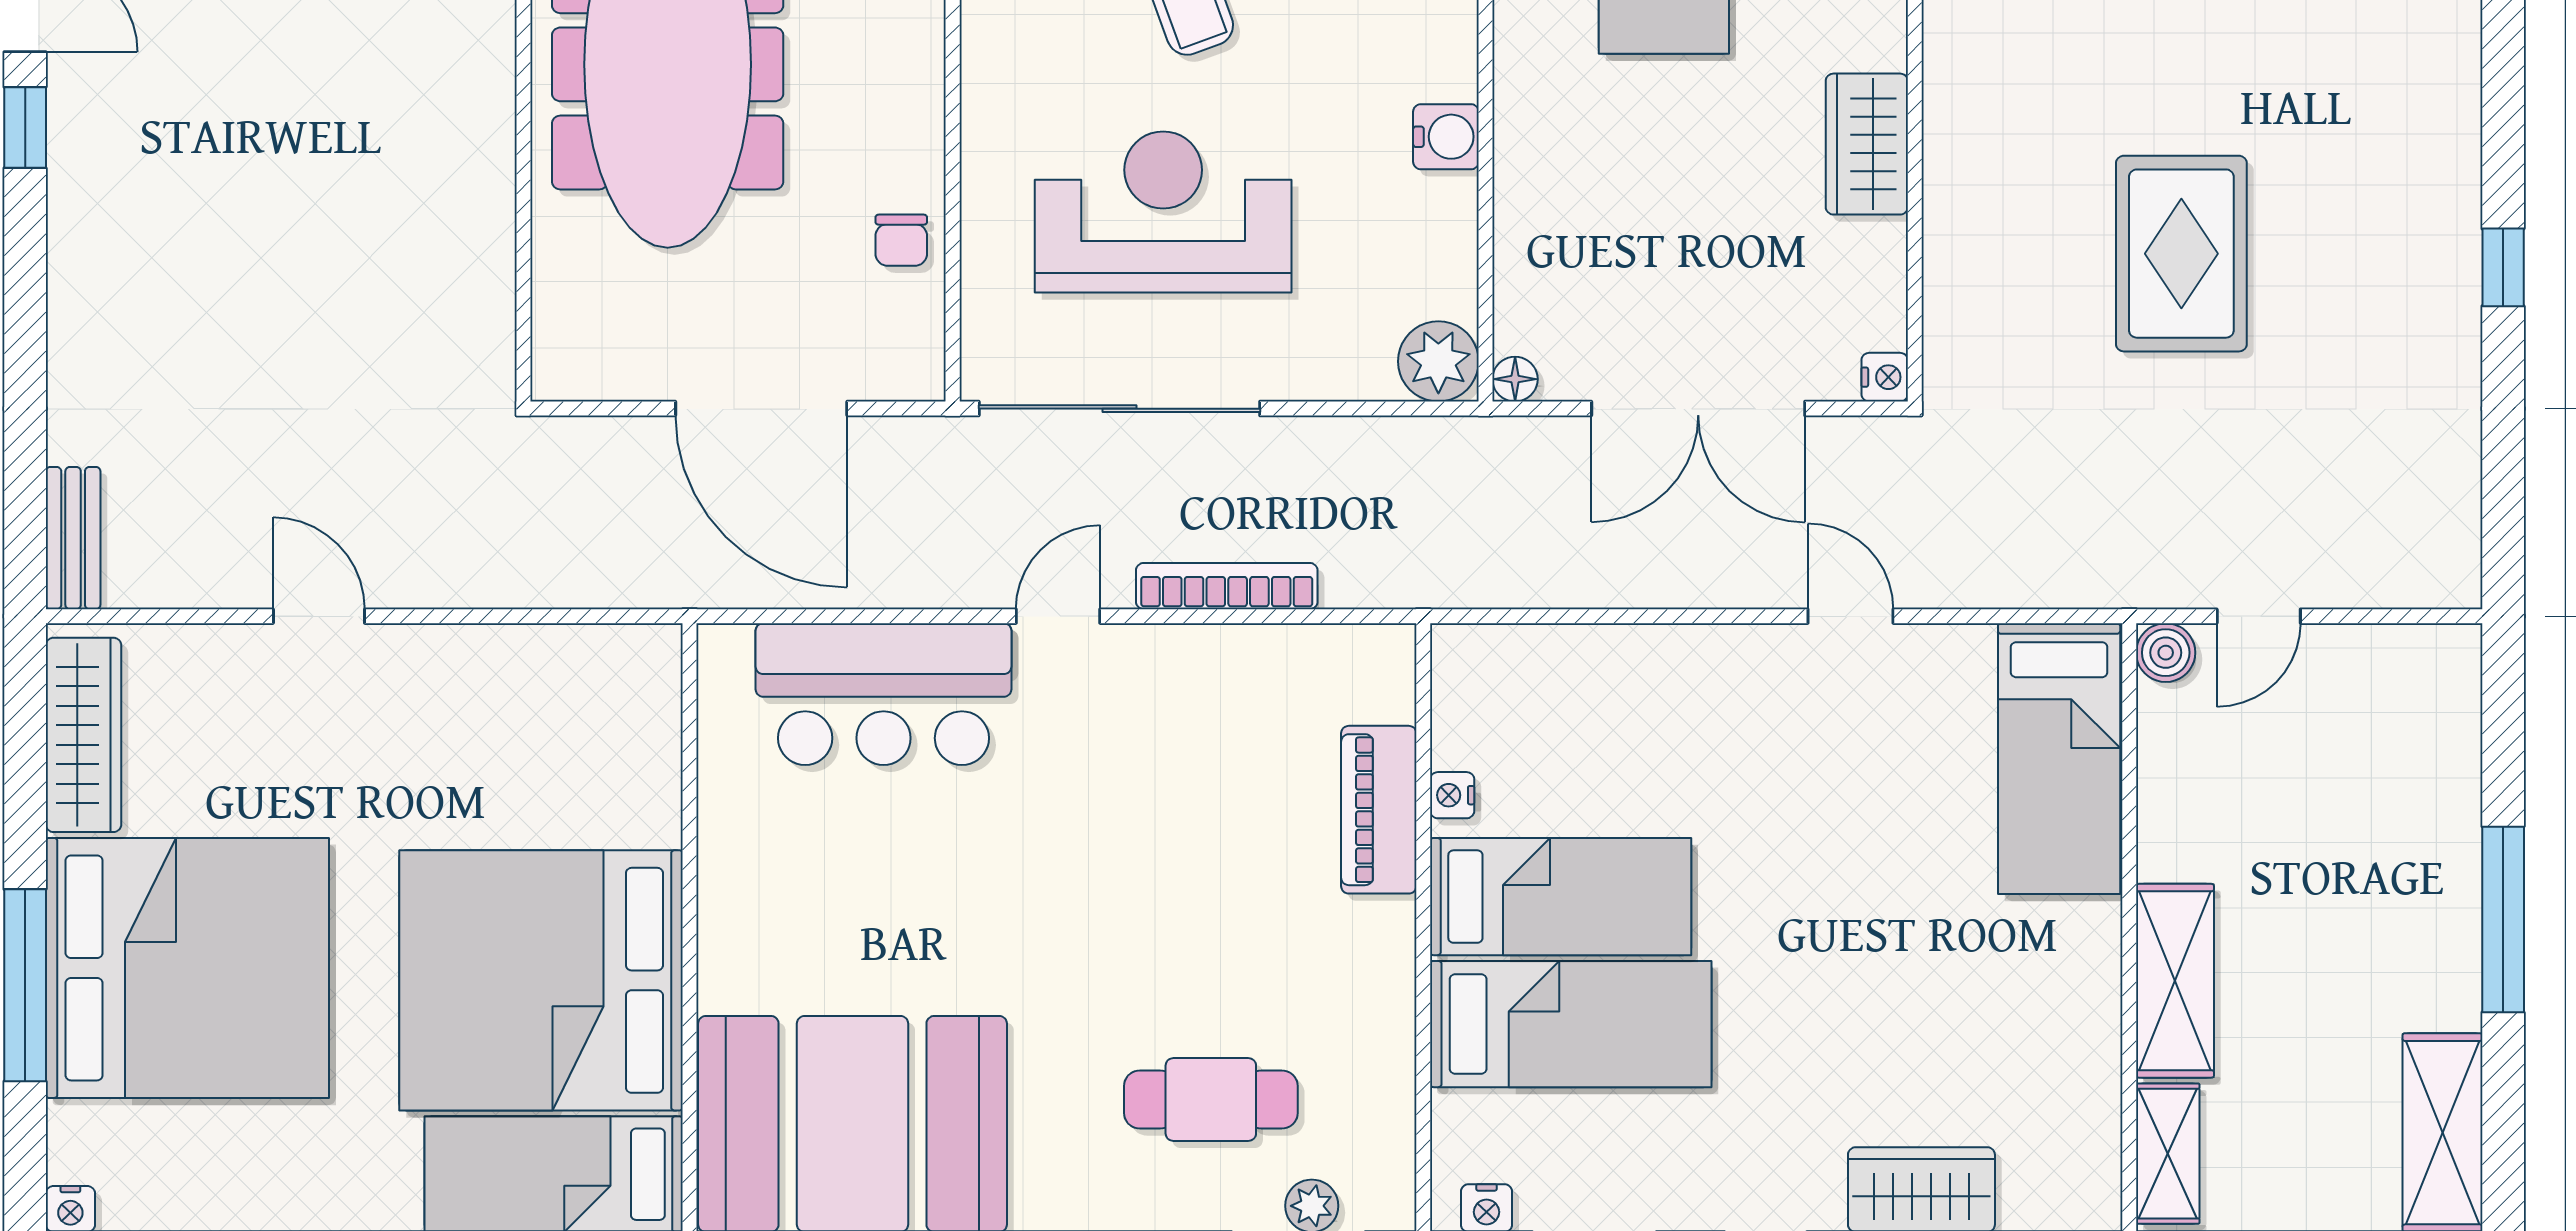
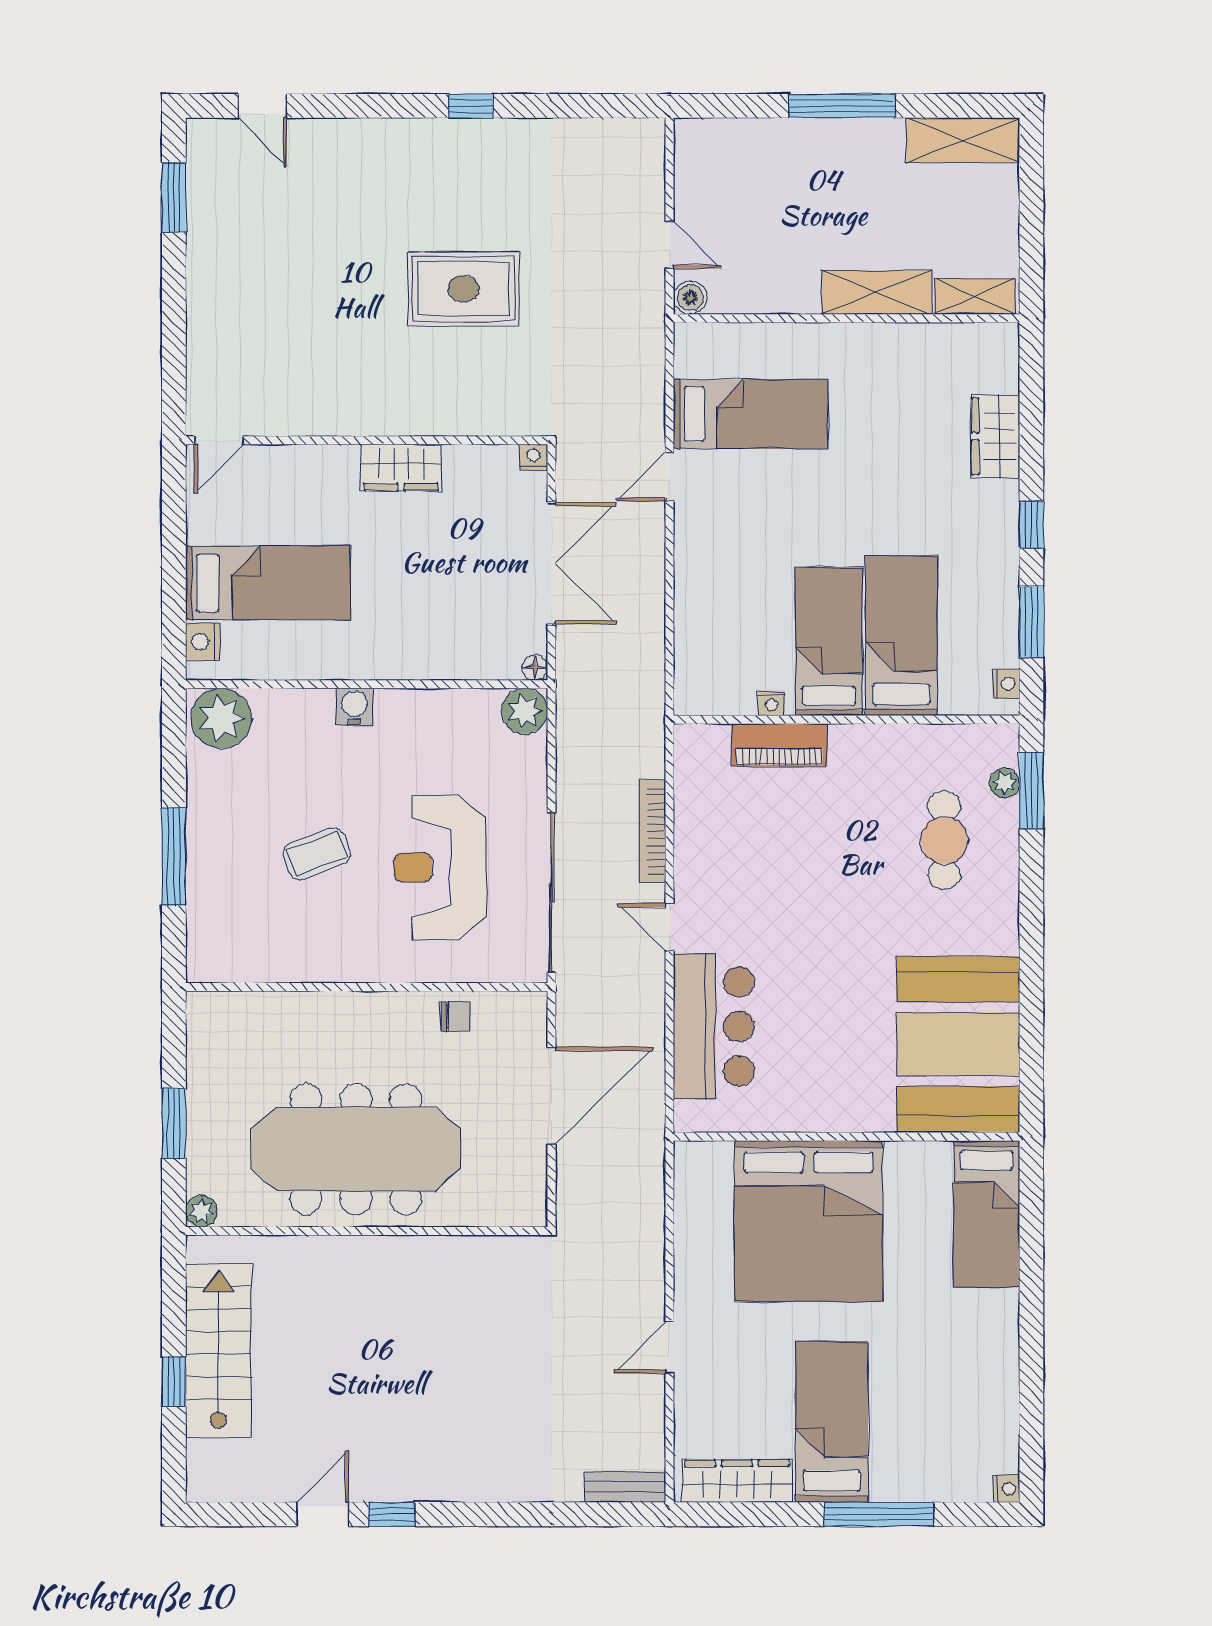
water cooler: (1446, 137) -> (354, 707), moved
bed: (2059, 759) -> (750, 414), moved
bed: (187, 968) -> (832, 1422), width x0.49
bed: (541, 980) -> (809, 1221), moved

